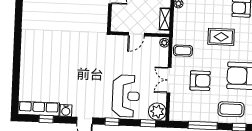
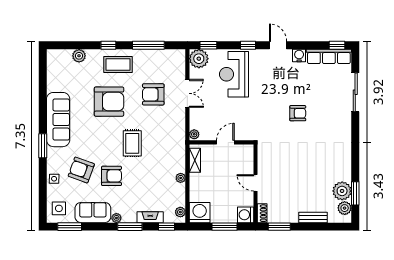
rug: (221, 37) -> (132, 143), turned 90
coffee table: (183, 51) -> (173, 127), removed
armchair: (69, 58) -> (298, 113), added
sliding door: (16, 75) -> (355, 92), added
window: (46, 119) -> (337, 45), moved

